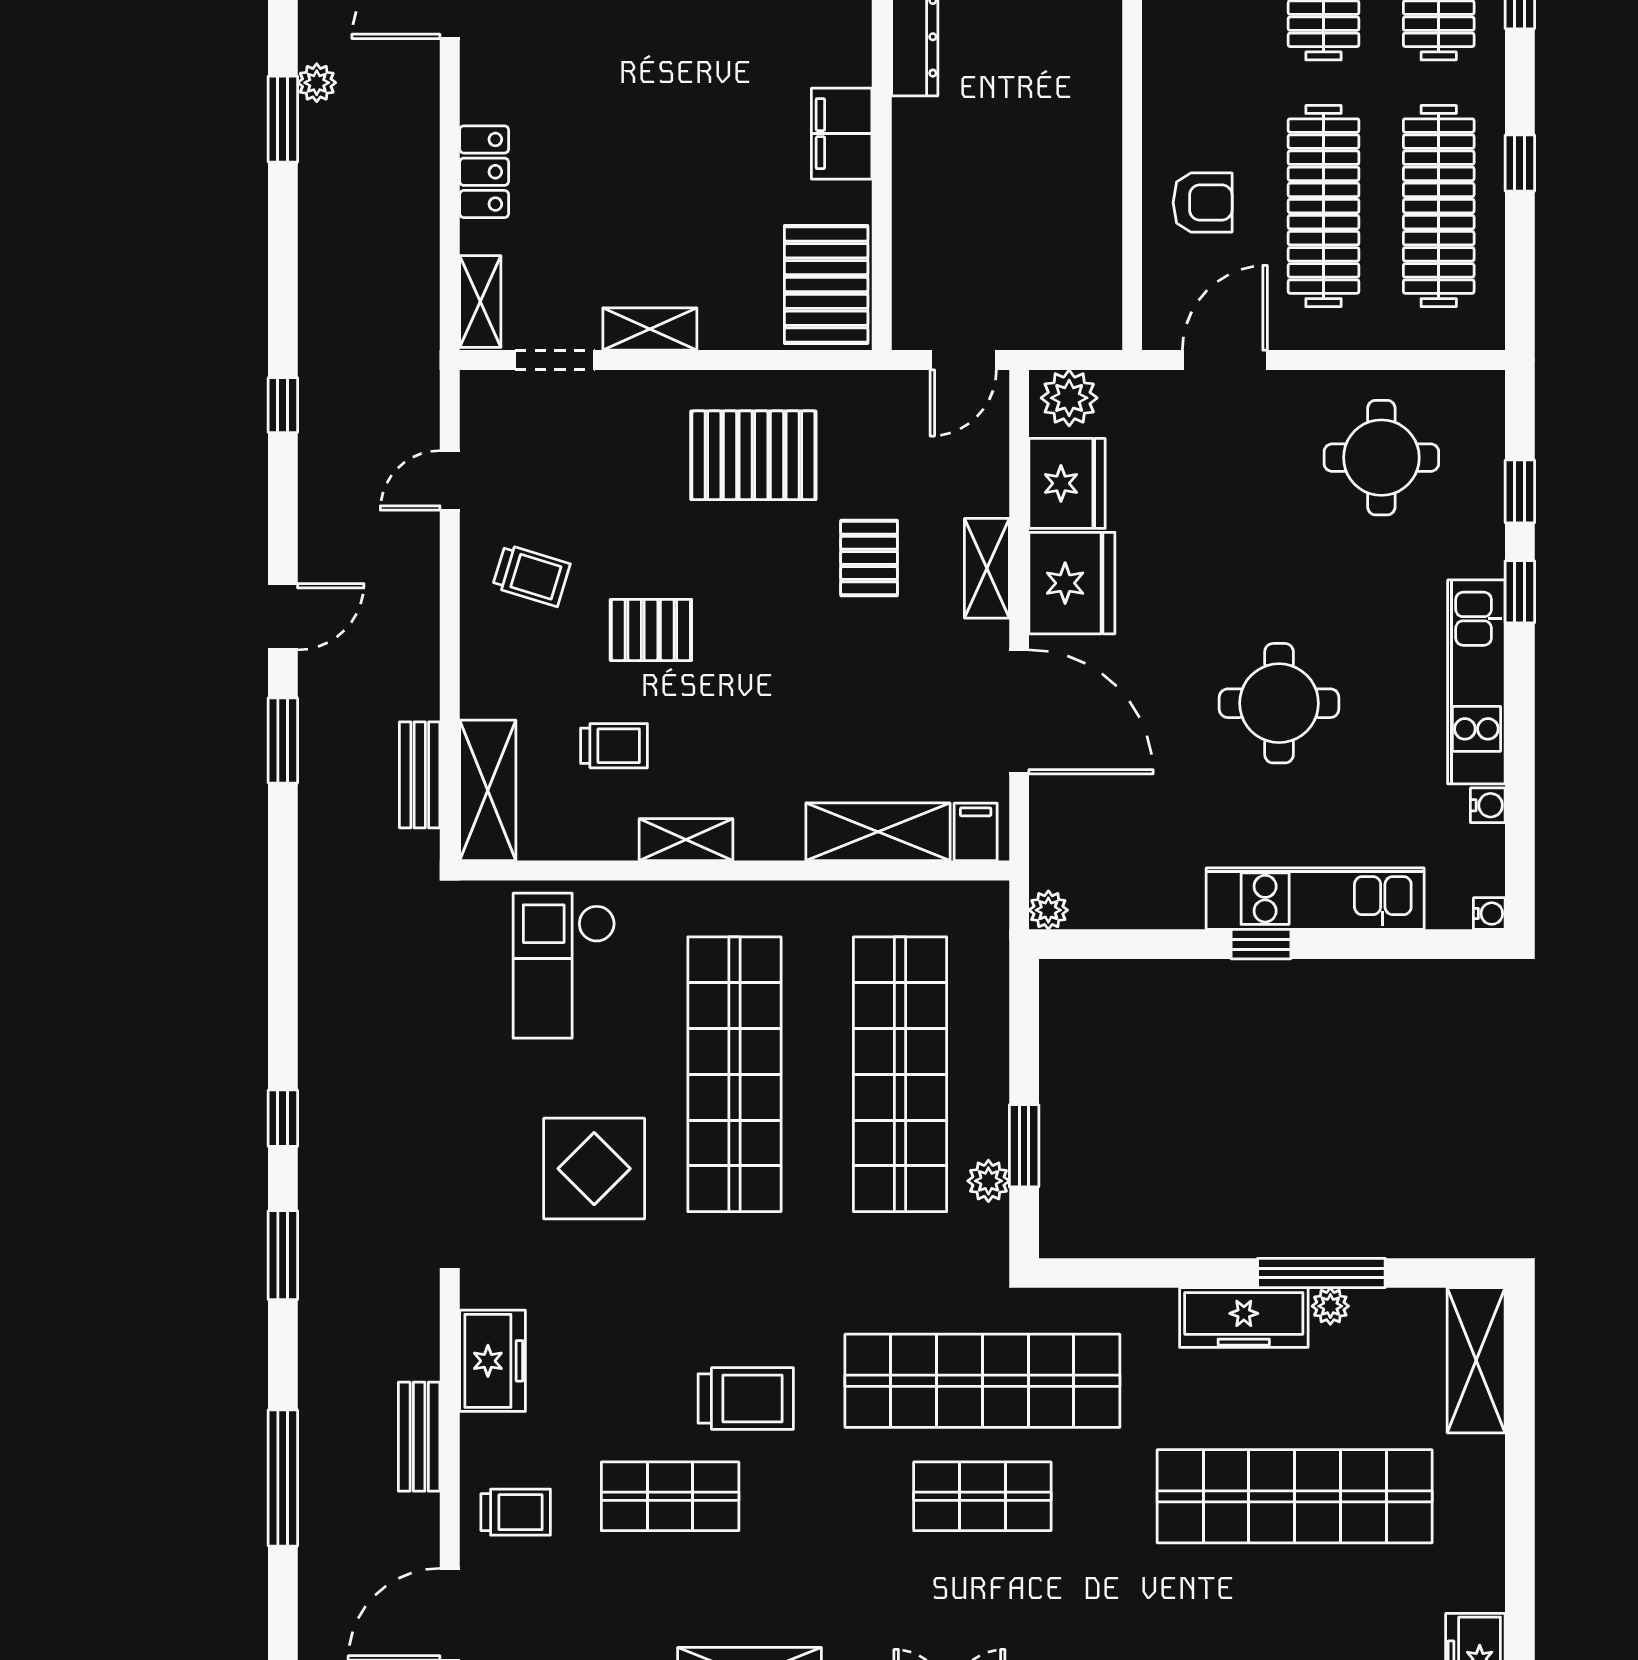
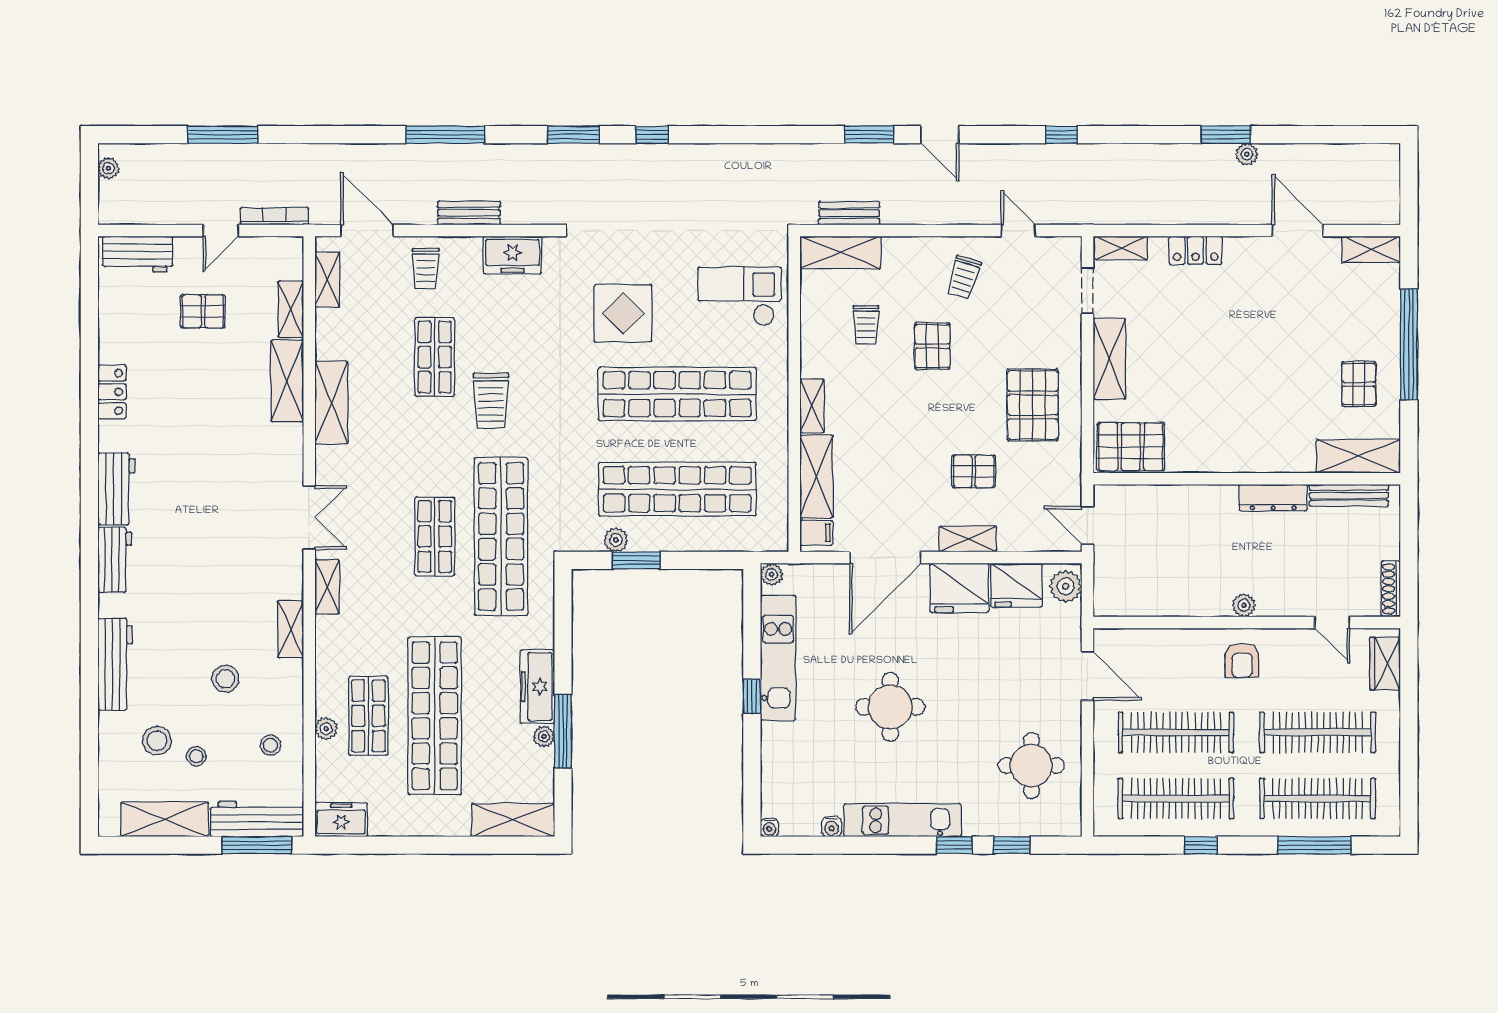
plant: (1102, 87) -> (1244, 605), added
filing cabinet: (842, 134) -> (1217, 456), removed
armchair: (1203, 203) -> (1242, 660), moved
shelving: (650, 329) -> (1109, 359), width x1.50, depth x1.33
shelving: (686, 840) -> (812, 406), moved
kitchen unit: (1315, 899) -> (778, 658), moved
shop shelf: (1295, 1612) -> (368, 716), added

